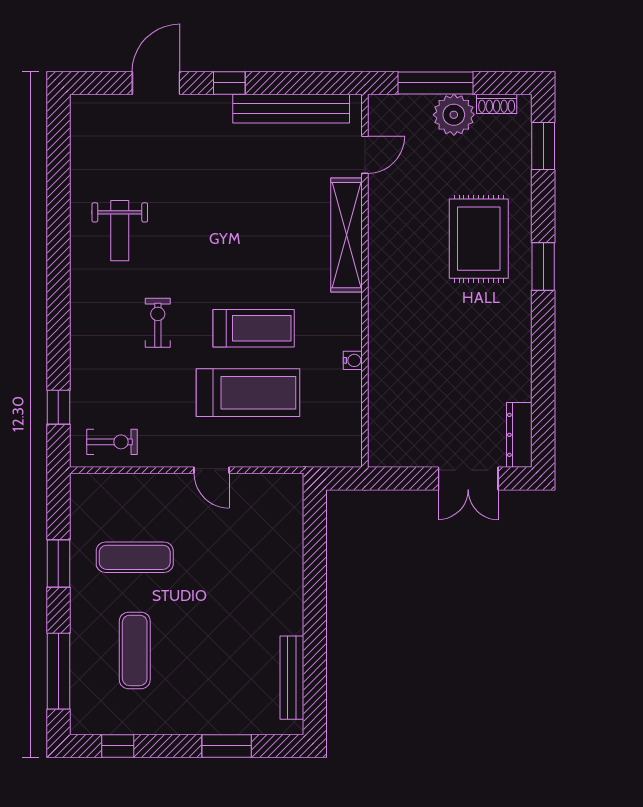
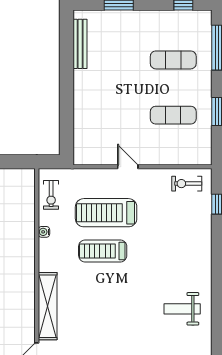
weight bench: (120, 231) -> (182, 309), turned -90
exercise bike: (158, 323) -> (51, 195), moved
exercise mat: (135, 650) -> (173, 60), turned 90

